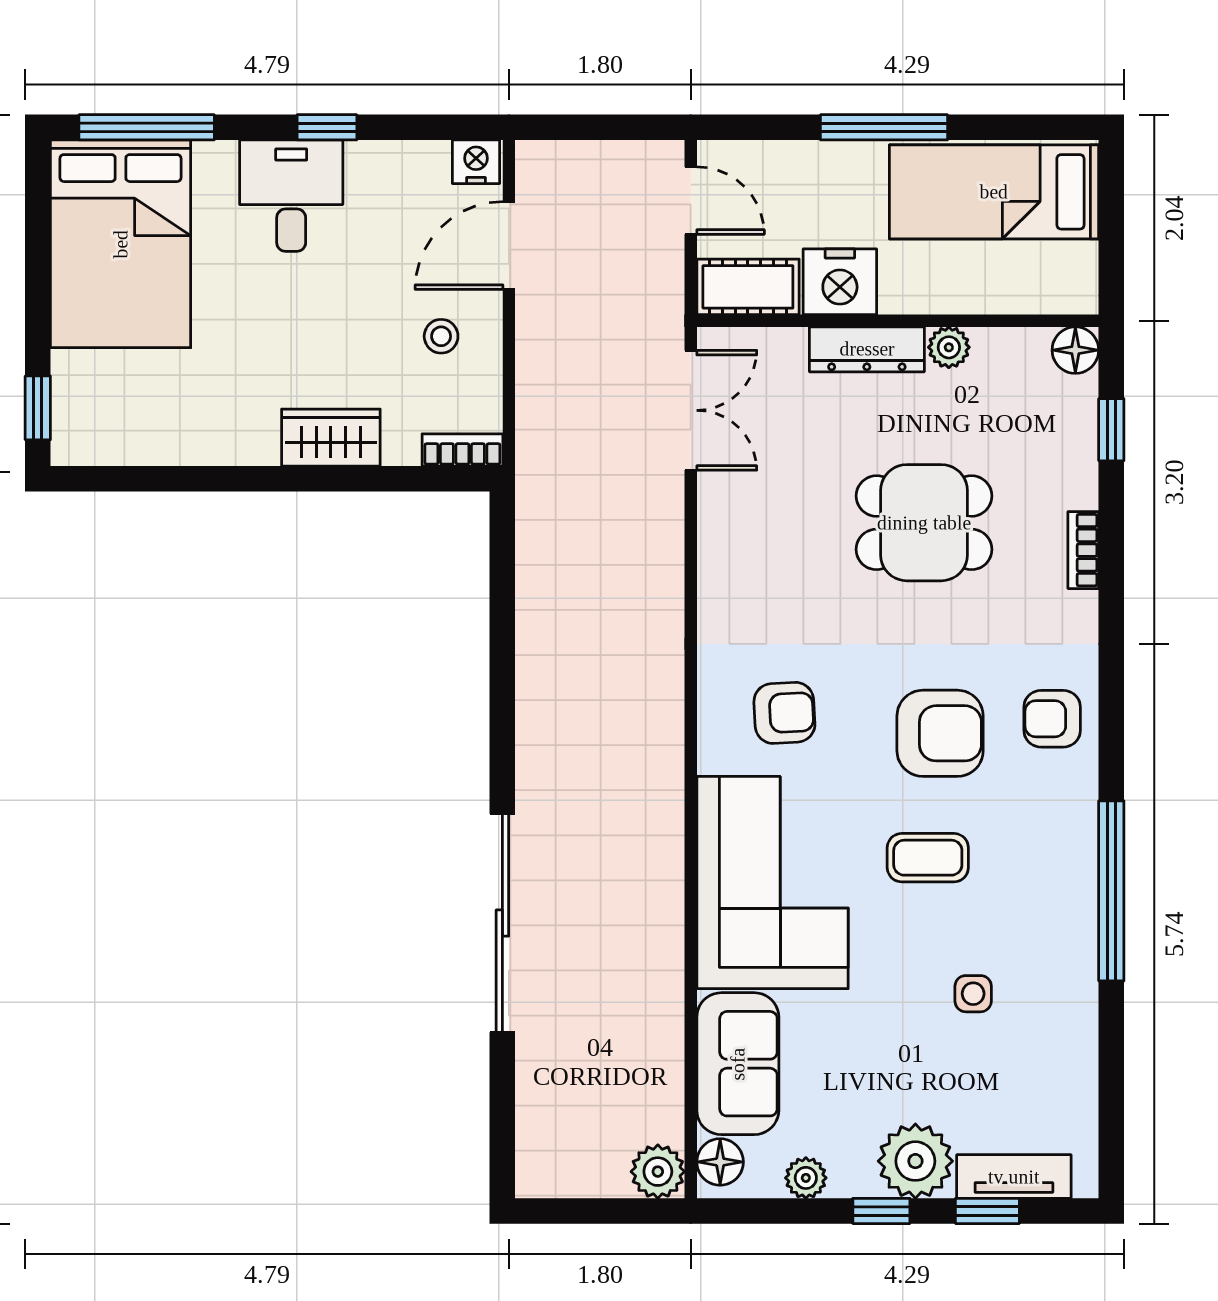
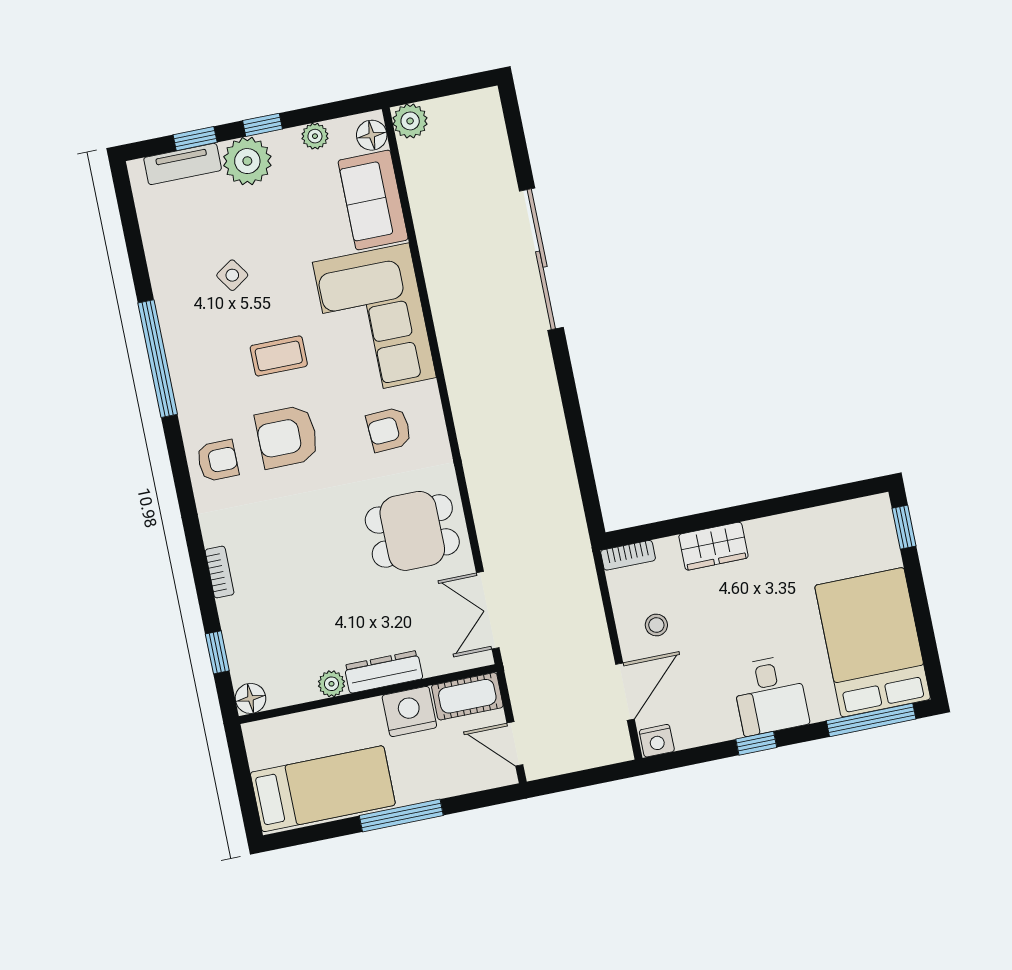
dining table: (924, 523) -> (412, 531), moved
side table: (973, 994) -> (232, 275), turned -34

